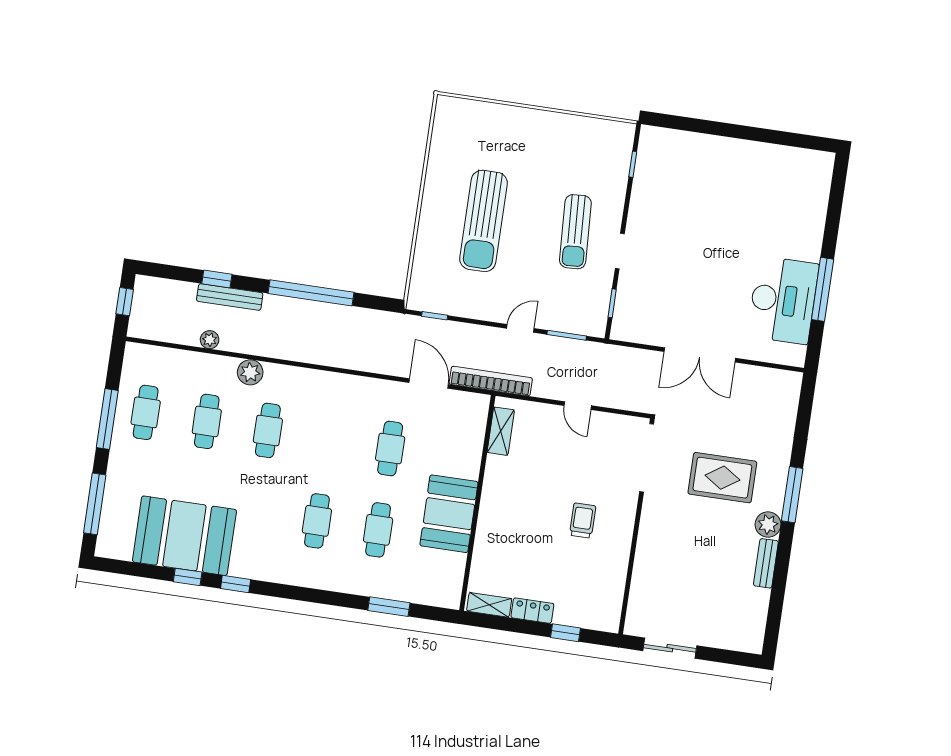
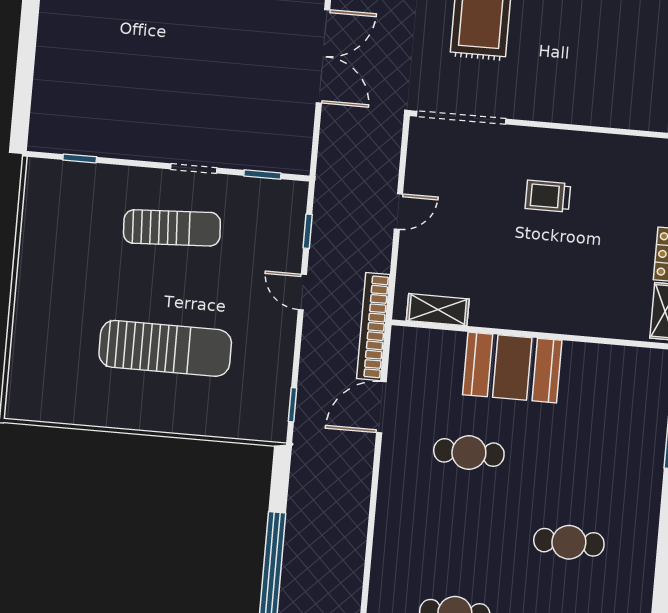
window: (567, 335) -> (308, 231), width x0.67
booth: (449, 514) -> (512, 368), moved
cafe table: (378, 530) -> (576, 462), removed

